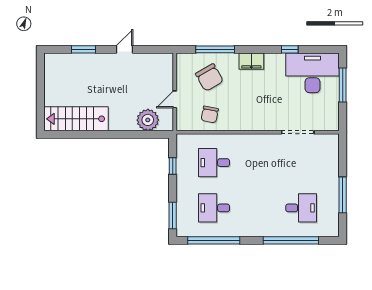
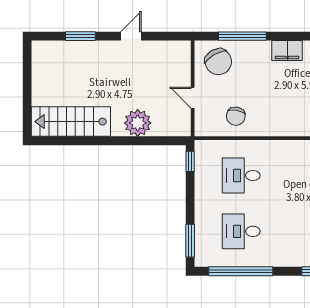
chair: (209, 77) -> (218, 62), moved
door: (175, 99) -> (193, 98), hinge flipped
plant: (148, 120) -> (138, 123), moved
window: (173, 166) -> (190, 161), moved

